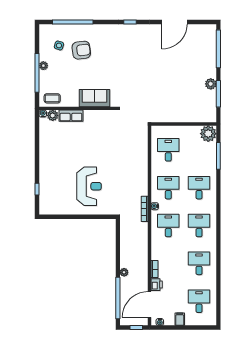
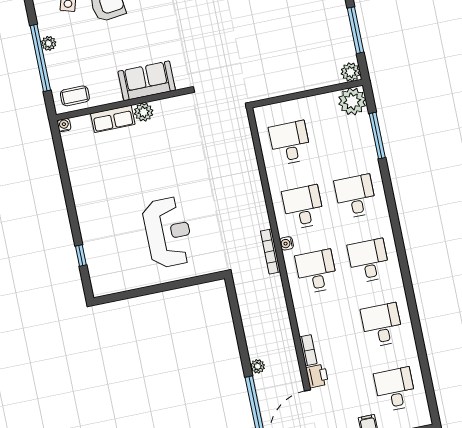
plant: (211, 84) -> (351, 72), moved
plant: (53, 115) -> (144, 112), moved

